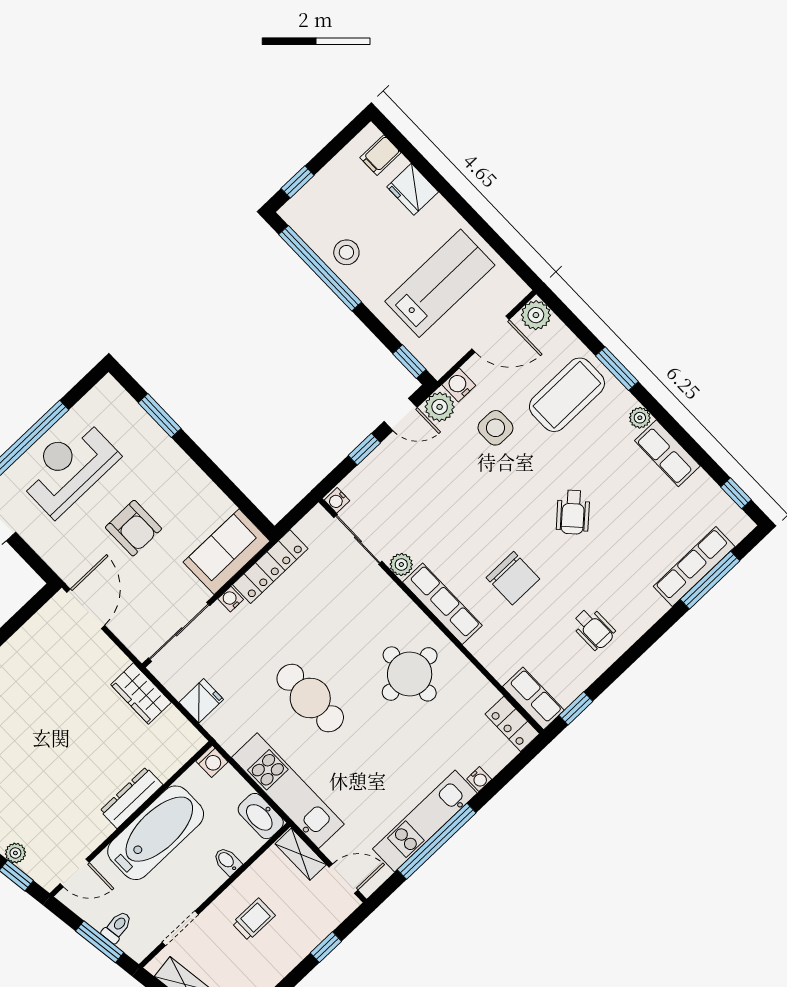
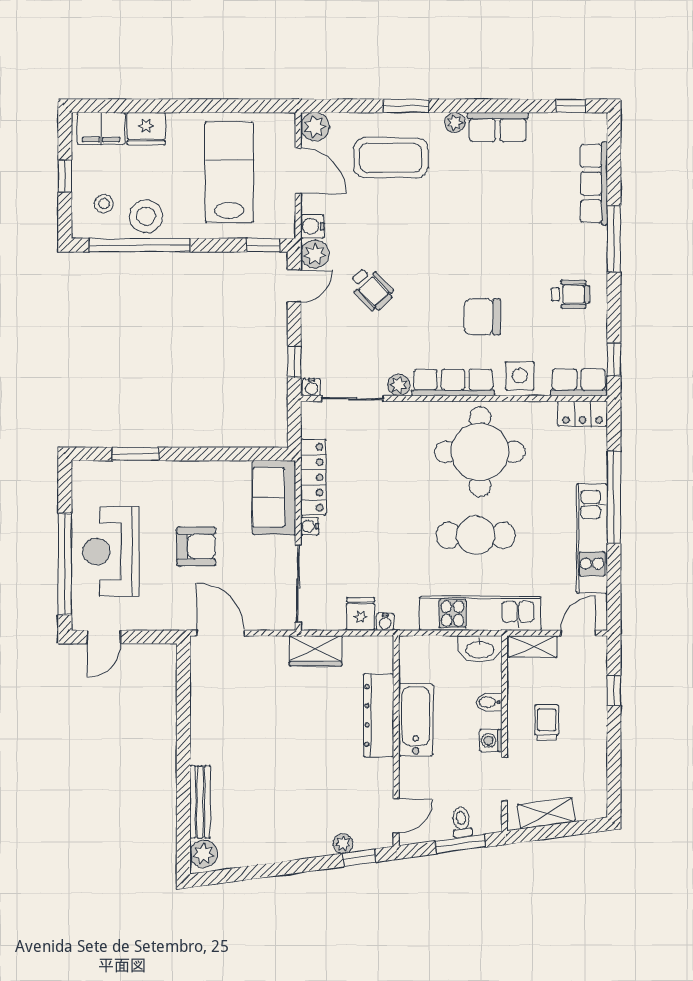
filing cabinet: (380, 155) -> (101, 128), width x2.00
window: (298, 182) -> (65, 176), moved
stool: (326, 212) -> (104, 204), added
stool: (346, 252) -> (146, 216), width x1.38, depth x1.38
door: (490, 334) -> (298, 171), hinge flipped
coffee table: (567, 395) -> (391, 158), turned 90
side table: (495, 428) -> (520, 376), moved
window: (364, 449) -> (294, 362), moved
wheelchair: (573, 512) -> (371, 289), moved
chair: (513, 578) -> (482, 317), turned 180
window: (710, 580) -> (614, 239), moved
round table: (410, 674) -> (480, 452), width x1.36, depth x1.36
cafe table: (310, 698) -> (476, 535), moved
washing machine: (212, 761) -> (491, 741), moved, turned 180
water cooler: (479, 779) -> (385, 622), moved, turned 90
dresser: (131, 798) -> (379, 715), width x1.37, depth x1.24
bathtub: (156, 833) -> (416, 720), width x0.73, depth x0.73
window: (437, 841) -> (614, 497), moved

